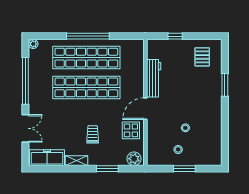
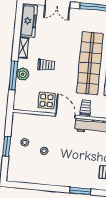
trolley: (135, 88) -> (86, 108), added
plant: (134, 159) -> (23, 74), moved
window: (107, 169) -> (13, 75), width x1.44

